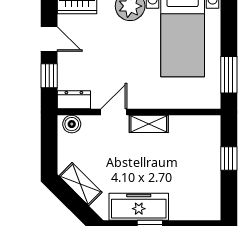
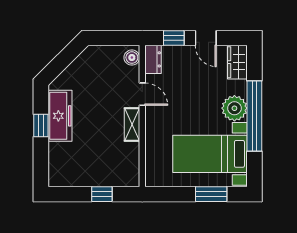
door: (49, 39) -> (206, 38), hinge flipped
window: (229, 75) -> (211, 194), moved
shelving: (80, 184) -> (80, 65), removed

